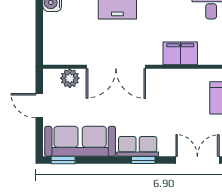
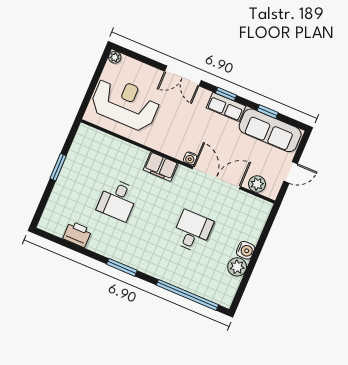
water cooler: (153, 75) -> (190, 158), added
door: (39, 106) -> (291, 172), hinge flipped
window: (63, 160) -> (268, 112), moved

